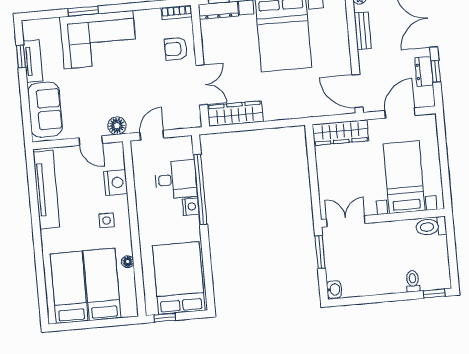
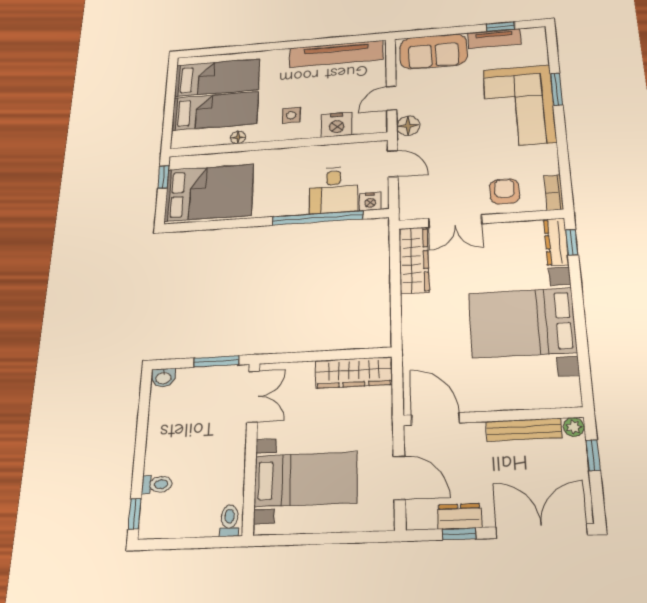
bench: (363, 31) -> (524, 430), width x1.36
door: (357, 91) -> (435, 419), hinge flipped
wardrobe: (340, 133) -> (354, 372), moved, turned -90
nightstand: (191, 207) -> (370, 202), moved
toilet: (431, 227) -> (229, 521), width x0.73, depth x0.72

